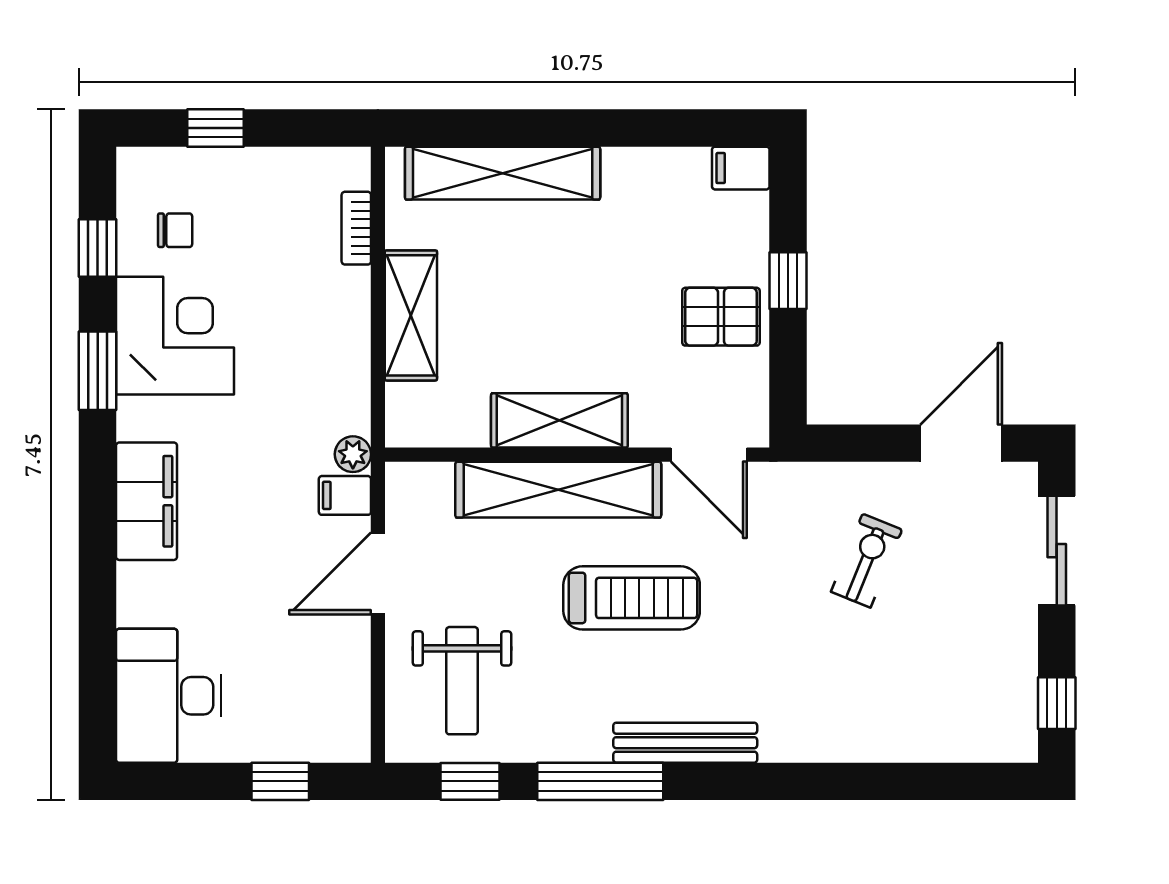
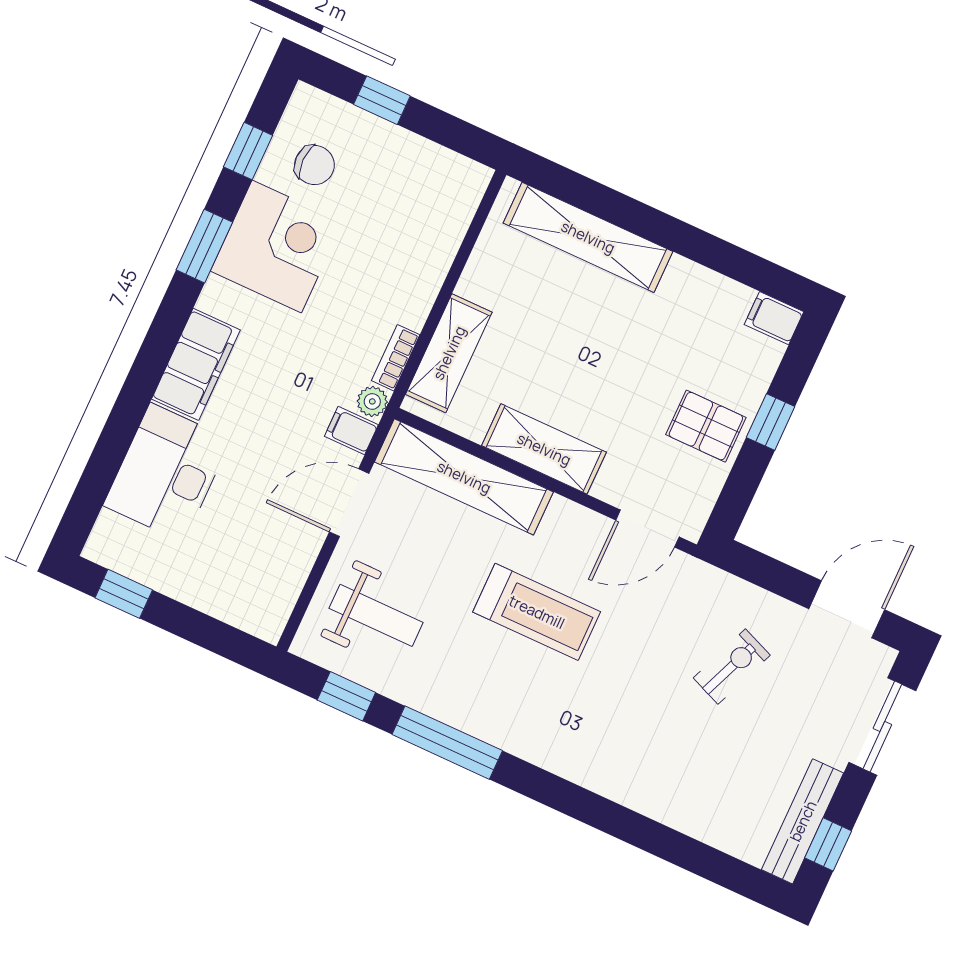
bookcase: (356, 228) -> (396, 358), moved
chair: (175, 230) -> (314, 165), width x1.37, depth x1.37
shelving: (411, 315) -> (449, 353), moved
door: (709, 455) -> (647, 529), hinge flipped
shelving: (558, 490) -> (464, 477), moved
weight bench: (462, 681) -> (376, 615), turned -90
desk: (169, 696) -> (167, 473), moved
bench: (685, 743) -> (803, 821), moved, turned 90
window: (280, 781) -> (124, 594), moved

